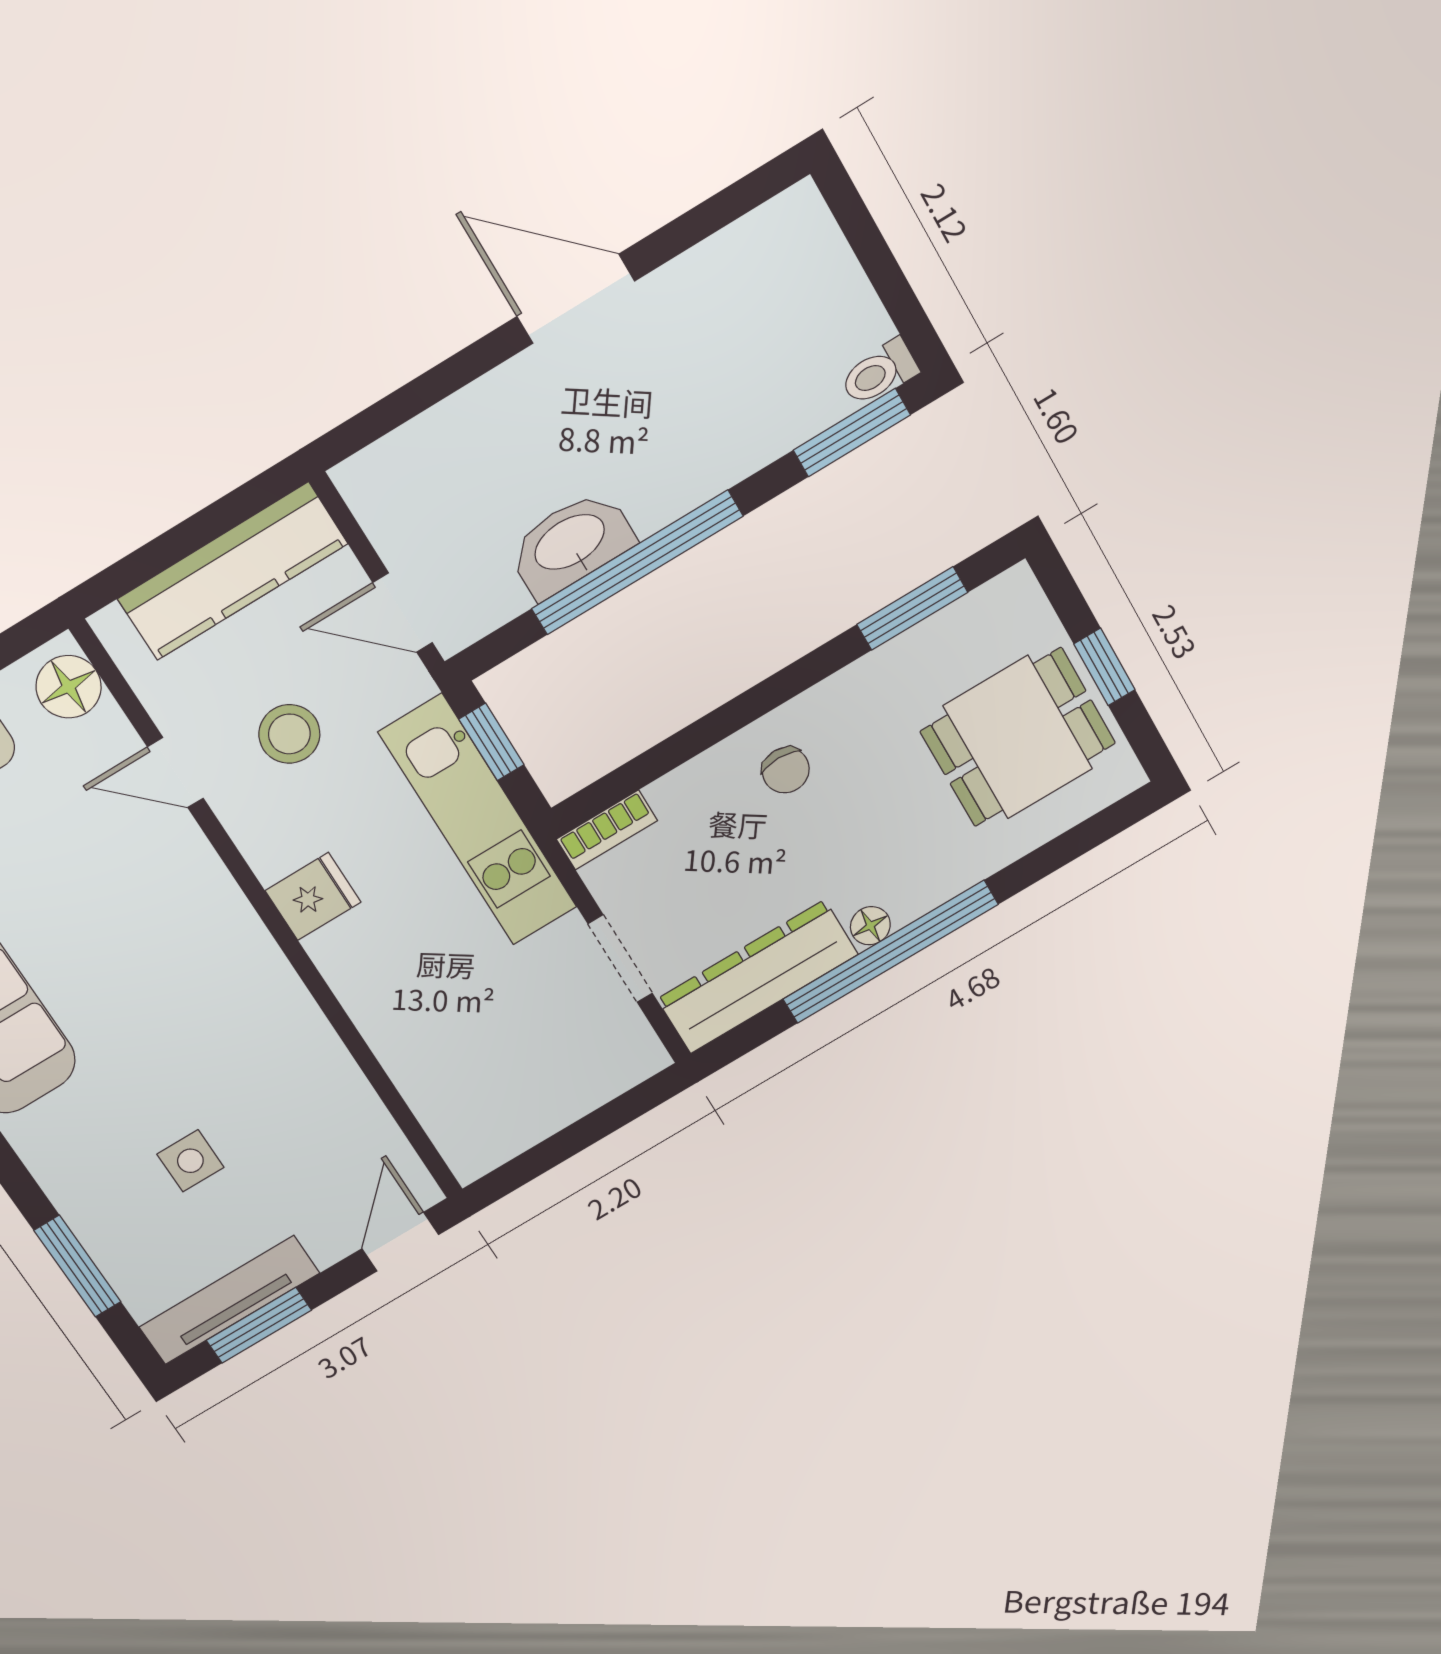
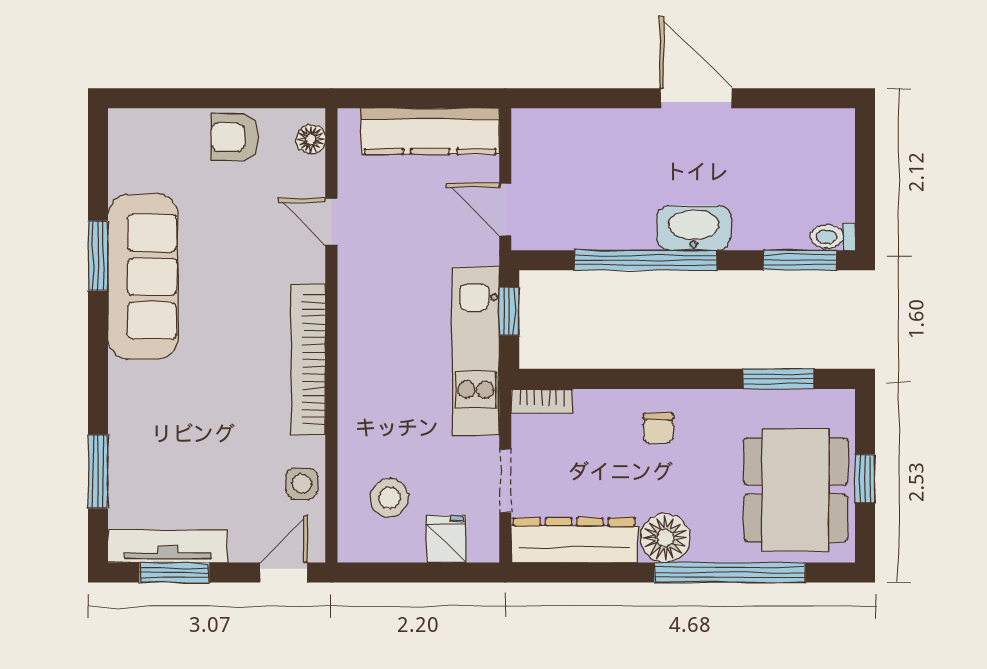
washbasin: (571, 544) -> (694, 228), moved
floor lamp: (69, 687) -> (311, 139), width x0.73, depth x0.73
stool: (289, 734) -> (389, 498), moved
dining table: (1018, 737) -> (796, 490), width x1.38
fridge: (313, 896) -> (446, 539), moved, turned -90
floor lamp: (870, 926) -> (665, 538), width x1.89, depth x1.89
window: (890, 952) -> (730, 573), moved
bookcase: (261, 966) -> (308, 359), added
side table: (190, 1161) -> (302, 483), moved

